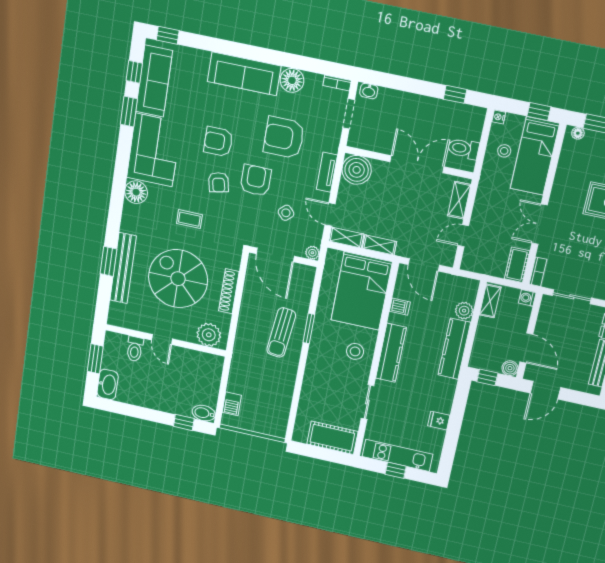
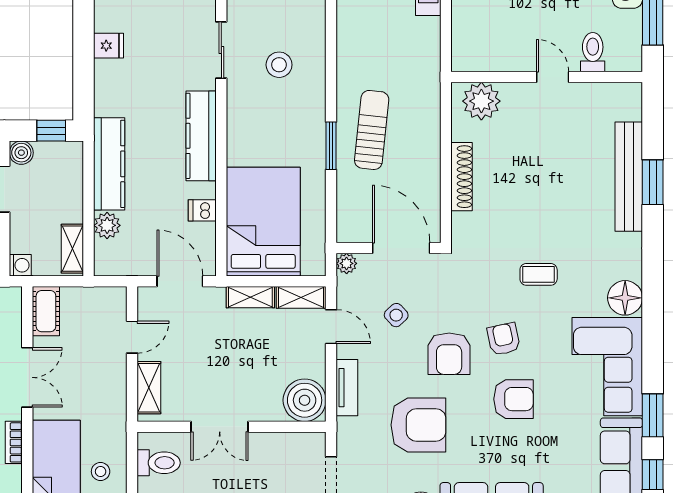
double door: (417, 164) -> (220, 427), width x0.73
bookcase: (538, 272) -> (14, 442), moved
spiral stairs: (178, 279) -> (542, 179), removed
stool: (355, 351) -> (279, 65), moved

